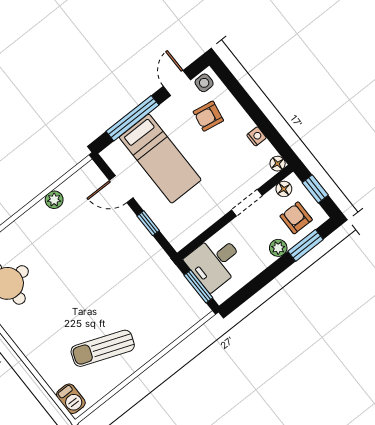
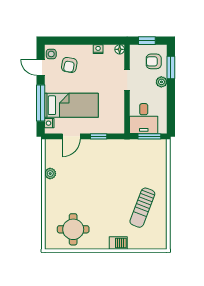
nightstand: (116, 149) -> (49, 123), added
floor lamp: (284, 189) -> (135, 56), removed
barbecue: (71, 399) -> (118, 243), moved

